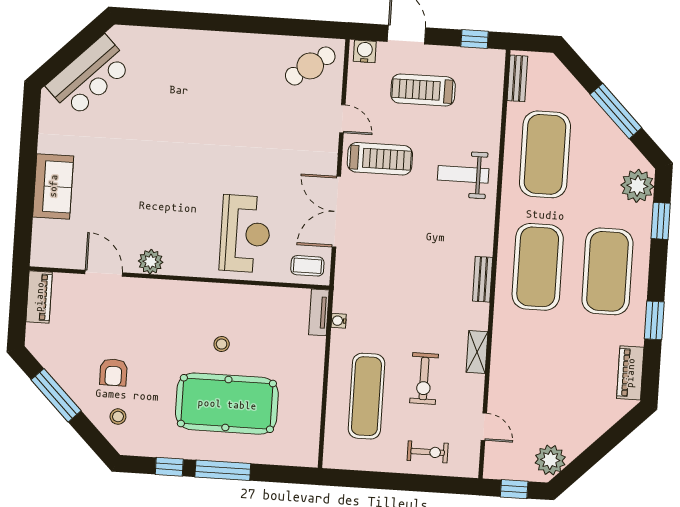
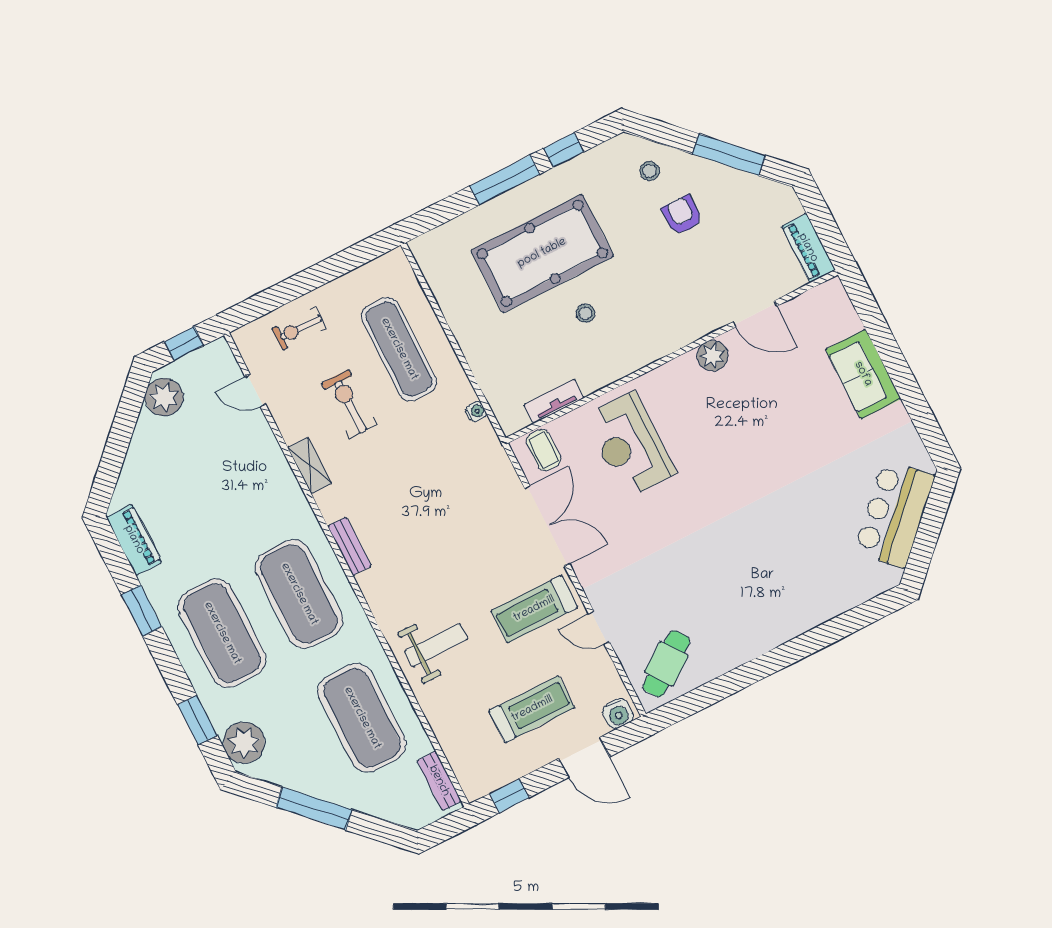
coffee table: (307, 266) -> (544, 450), turned 90
tv unit: (319, 312) -> (554, 401), moved, turned -90

